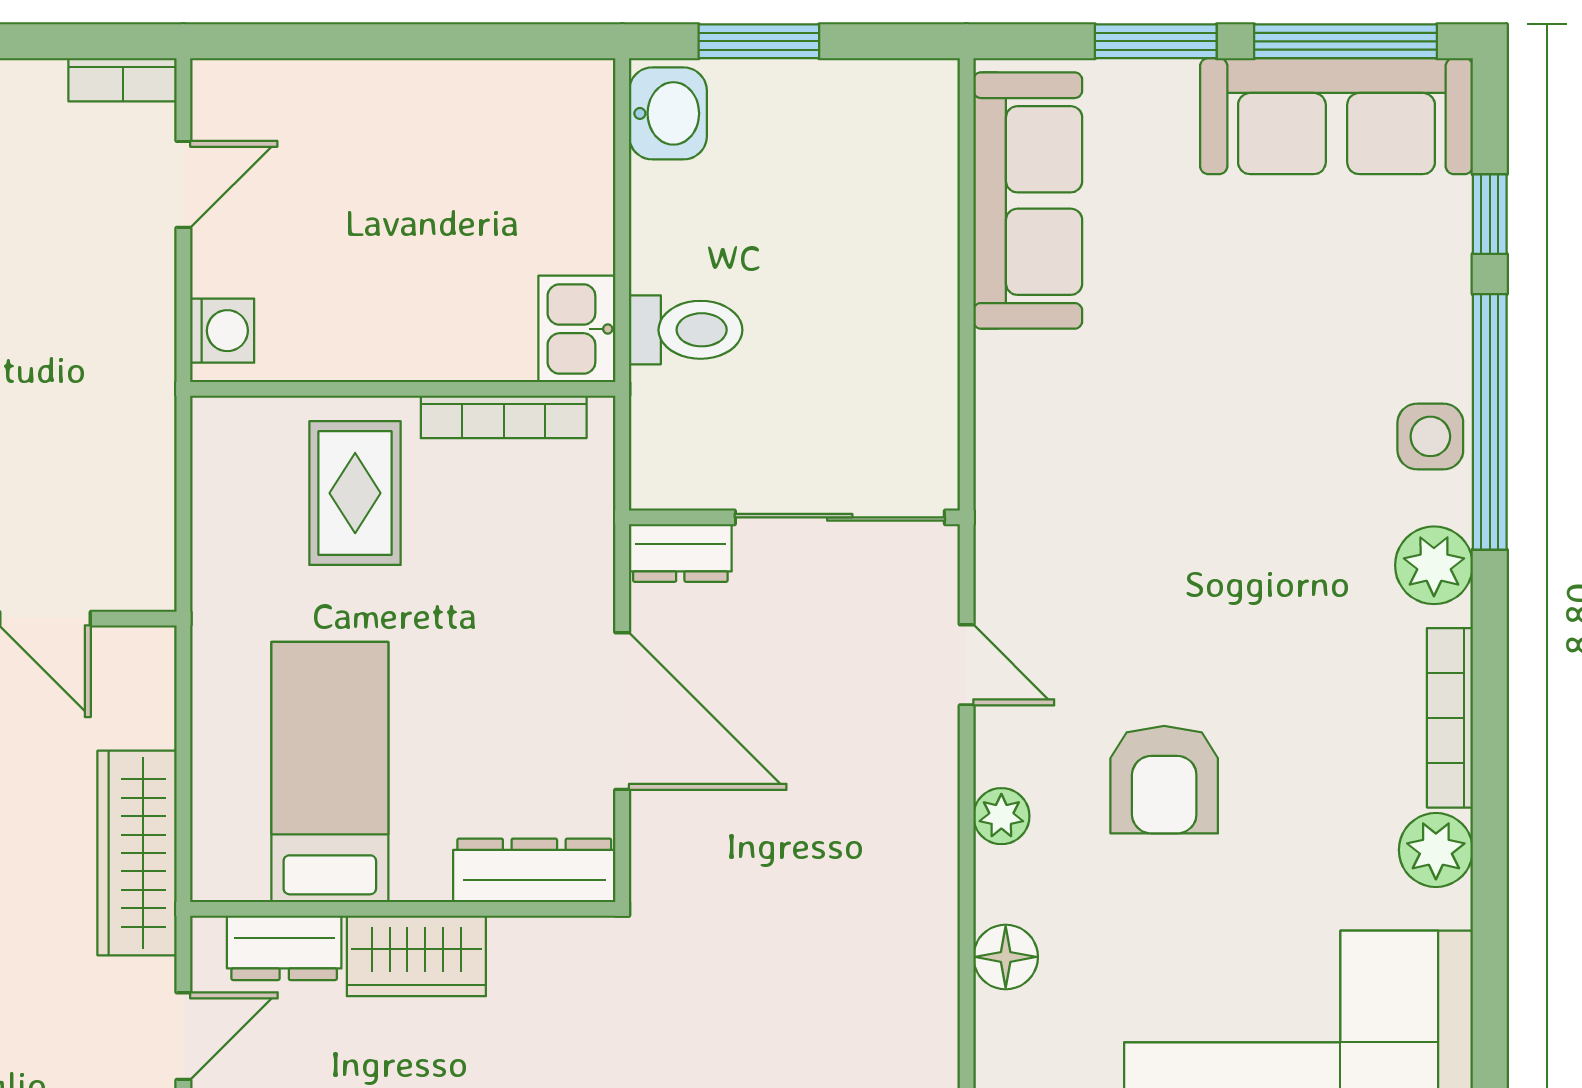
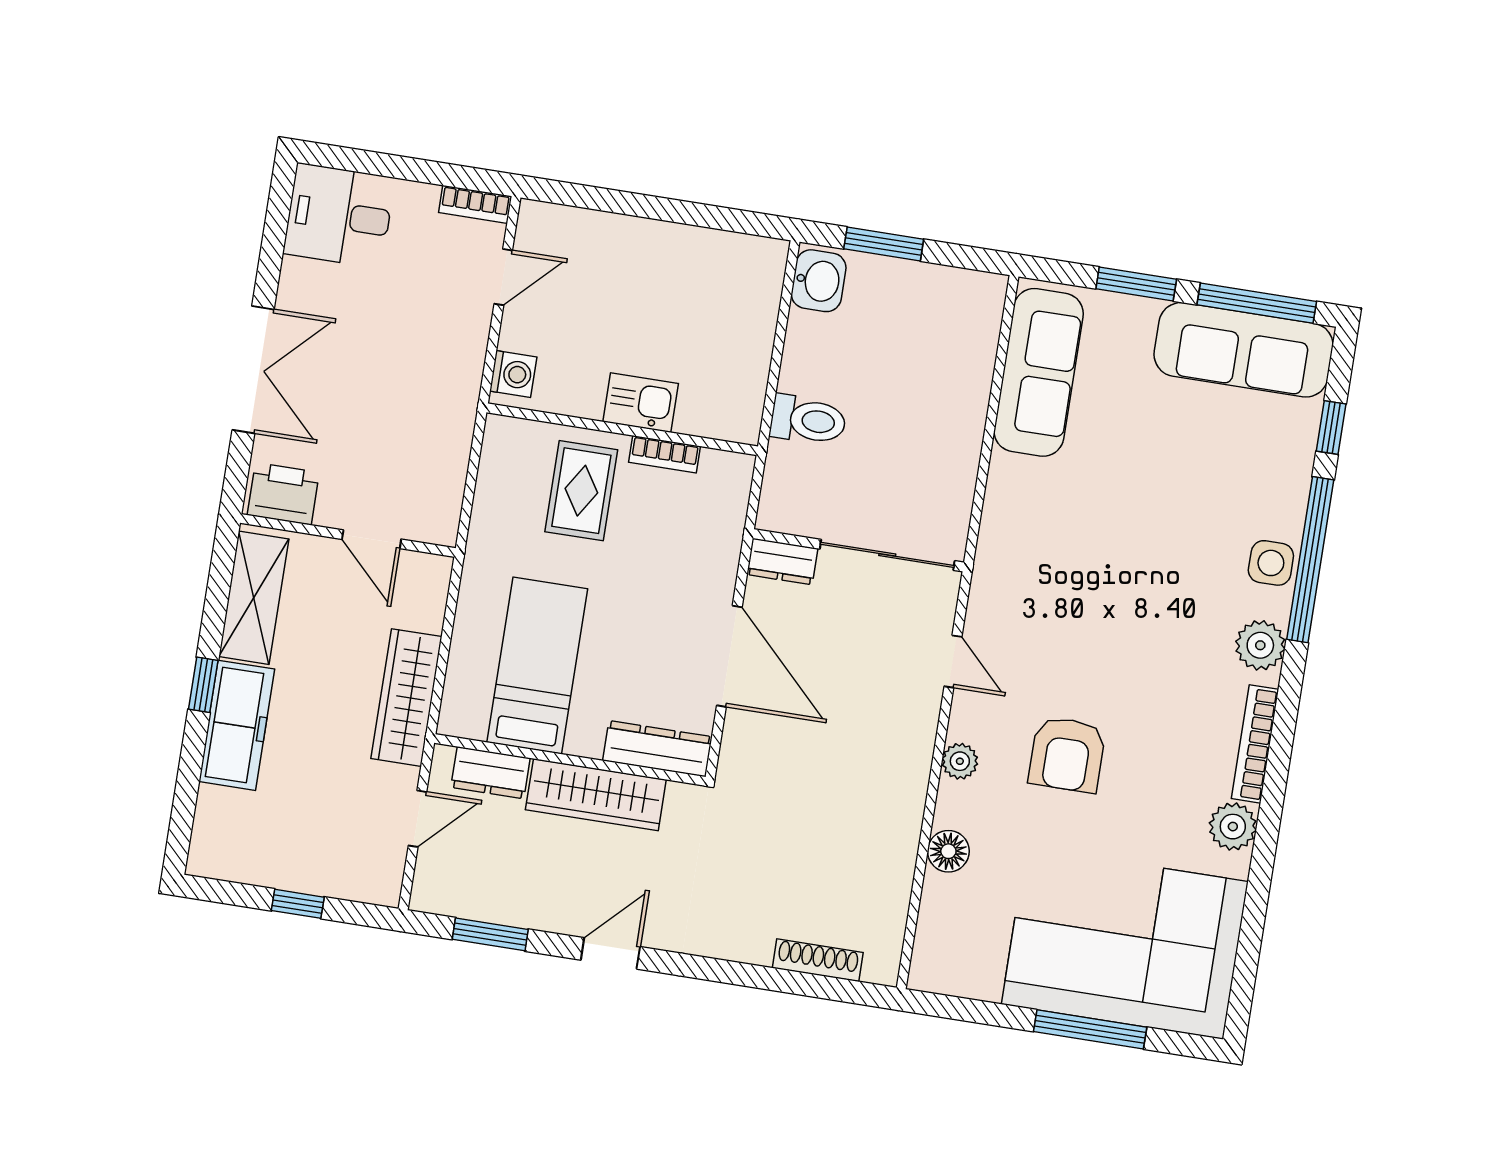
kitchen sink: (577, 329) -> (641, 403), moved, turned 90
bookcase: (504, 417) -> (665, 454), width x0.64
wardrobe: (416, 956) -> (596, 795), width x1.50

